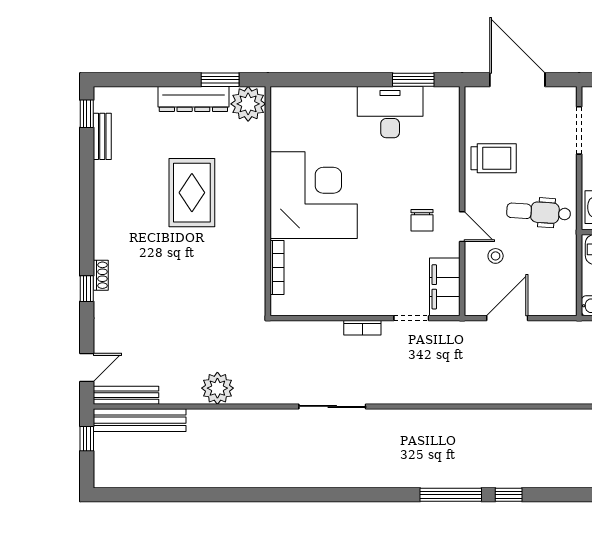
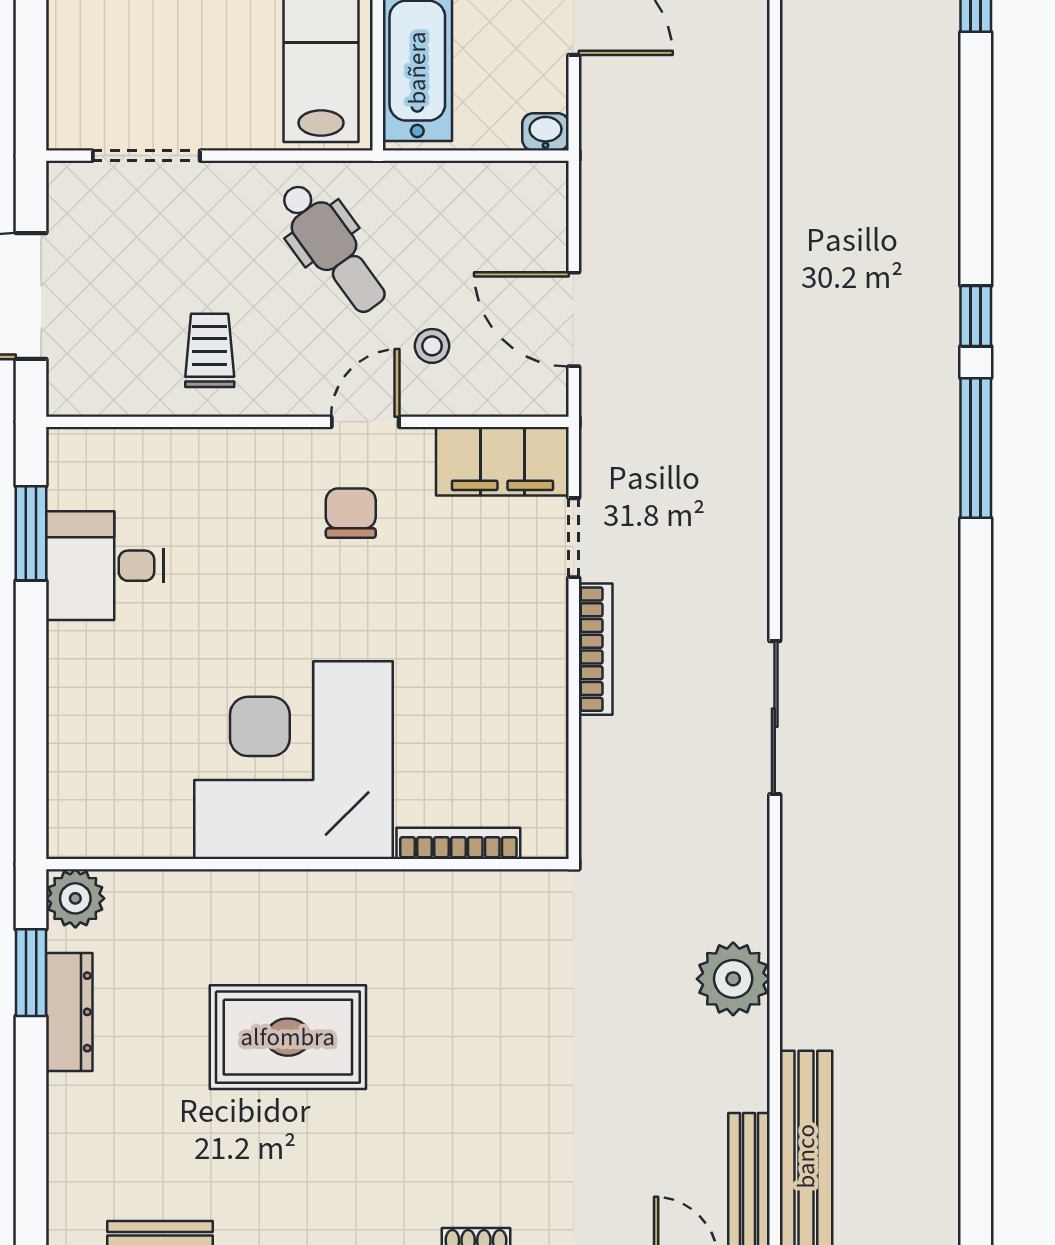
dresser: (193, 99) -> (69, 1012), width x0.73, depth x0.80
plant: (248, 104) -> (75, 898), width x0.73, depth x0.73
desk: (390, 112) -> (105, 566), width x0.73
trolley: (494, 158) -> (210, 350), width x0.73, depth x0.72
dental chair: (539, 212) -> (332, 248), turned -40
chair: (422, 220) -> (351, 513), turned -90
bookcase: (362, 328) -> (596, 649), width x1.56

